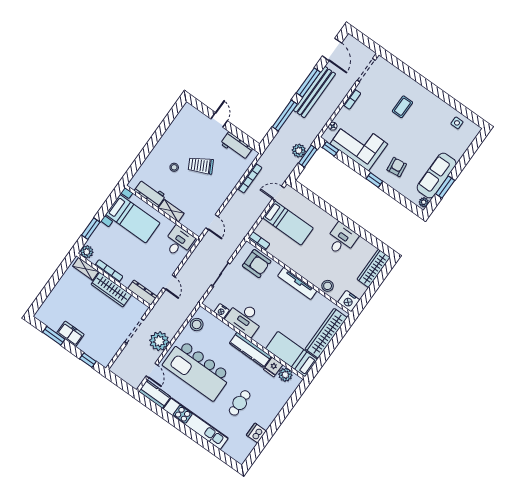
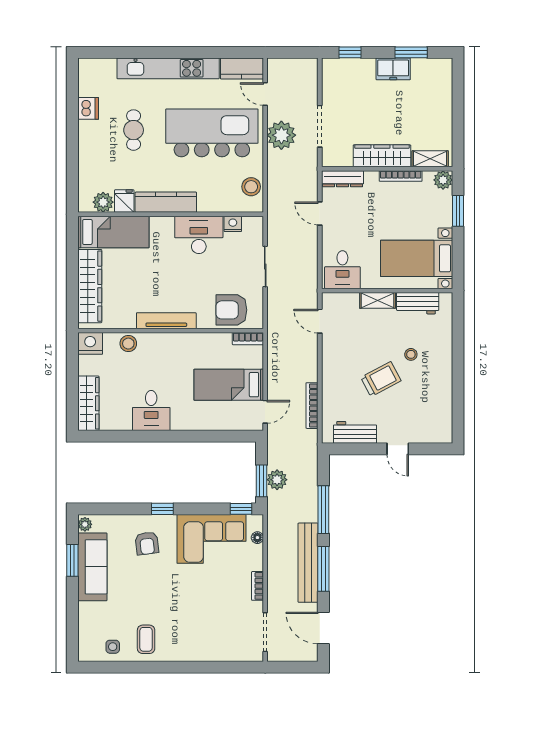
coffee table: (402, 107) -> (146, 639), moved

